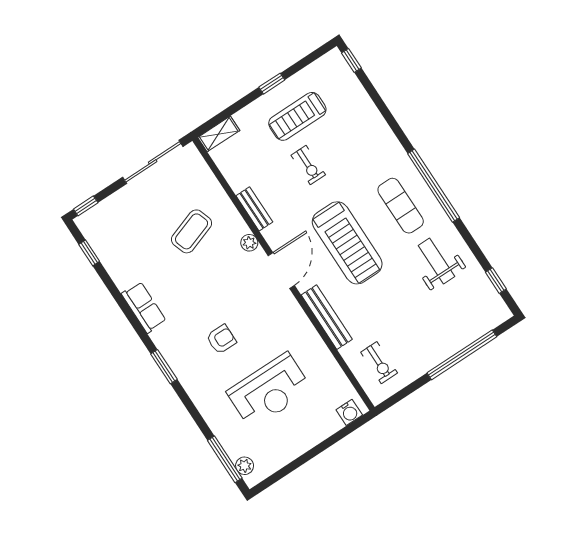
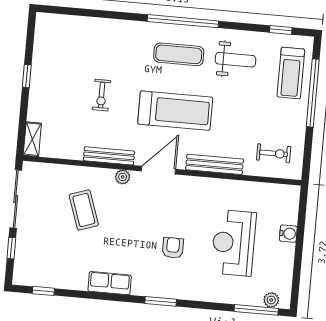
window: (351, 60) -> (54, 10), removed
treadmill: (297, 116) -> (291, 73), moved
exercise bike: (308, 165) -> (102, 95), turned 90
window: (86, 206) -> (11, 248), moved
bench: (254, 209) -> (109, 156), width x1.36
weight bench: (437, 261) -> (236, 60), turned 180
door: (281, 270) -> (159, 170), hinge flipped
reception desk: (269, 391) -> (234, 243), turned 180
water cooler: (349, 412) -> (288, 234), moved

